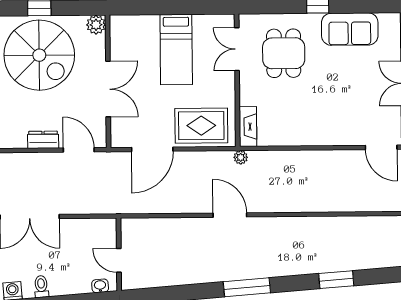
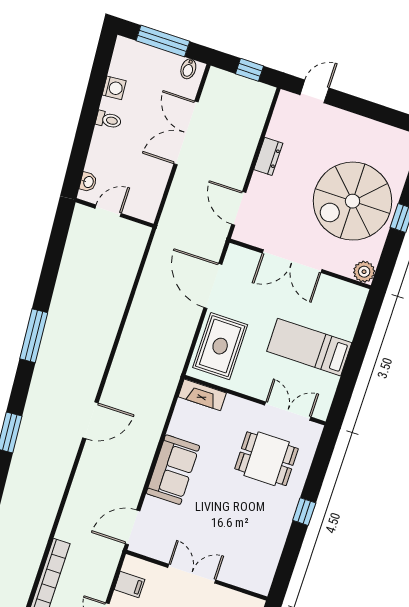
sofa: (350, 29) -> (173, 470), moved, turned 180
dresser: (43, 140) -> (268, 156), moved
door: (79, 150) -> (239, 208), swing flipped
plant: (241, 157) -> (173, 376), removed
door: (230, 215) -> (90, 420), moved

